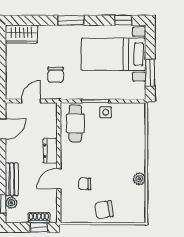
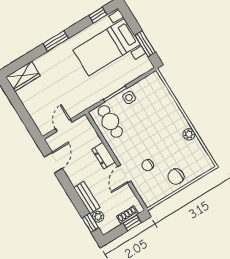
chair: (56, 75) -> (70, 92), removed

